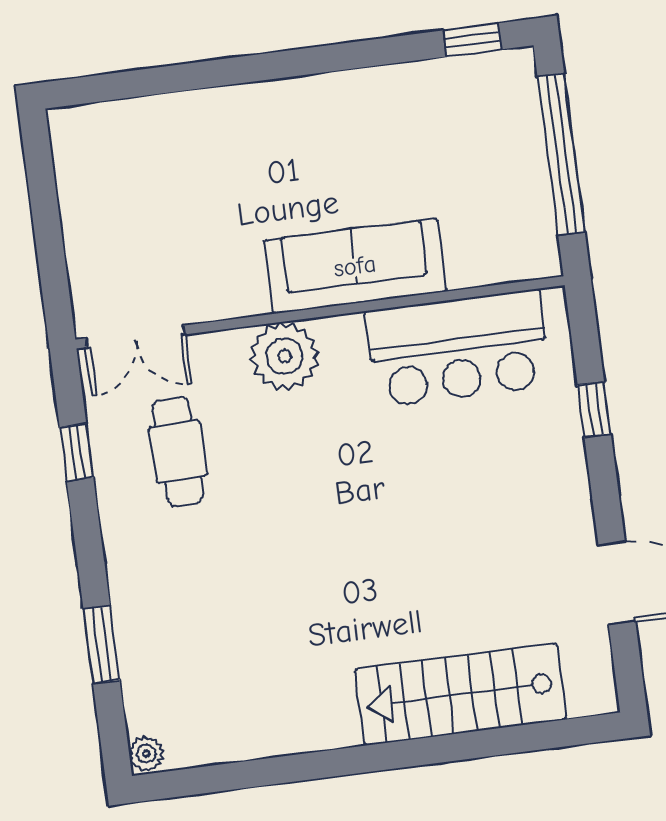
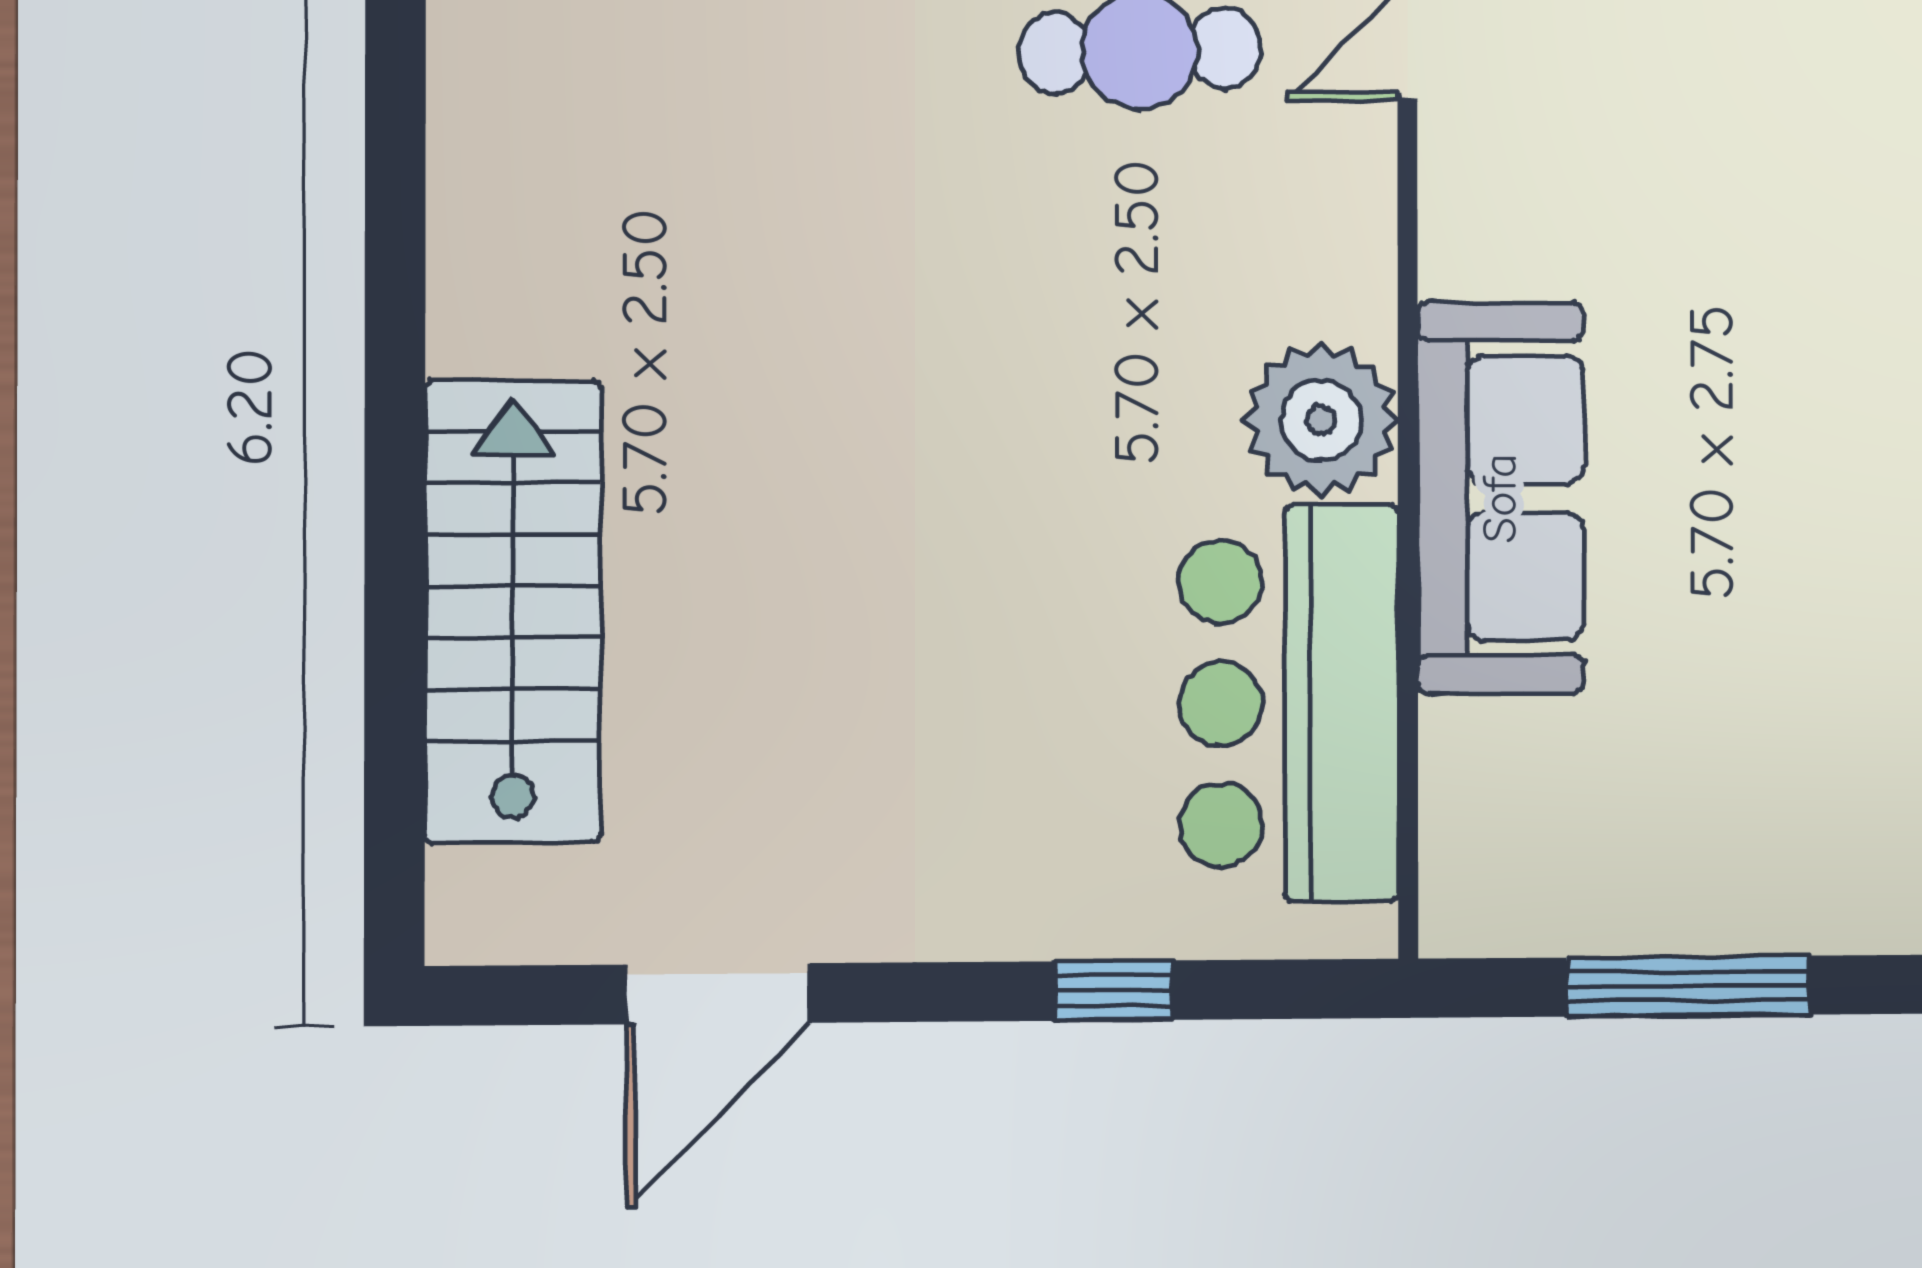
window: (561, 154) -> (1688, 986), width x0.68
plant: (285, 356) -> (1321, 420), moved

